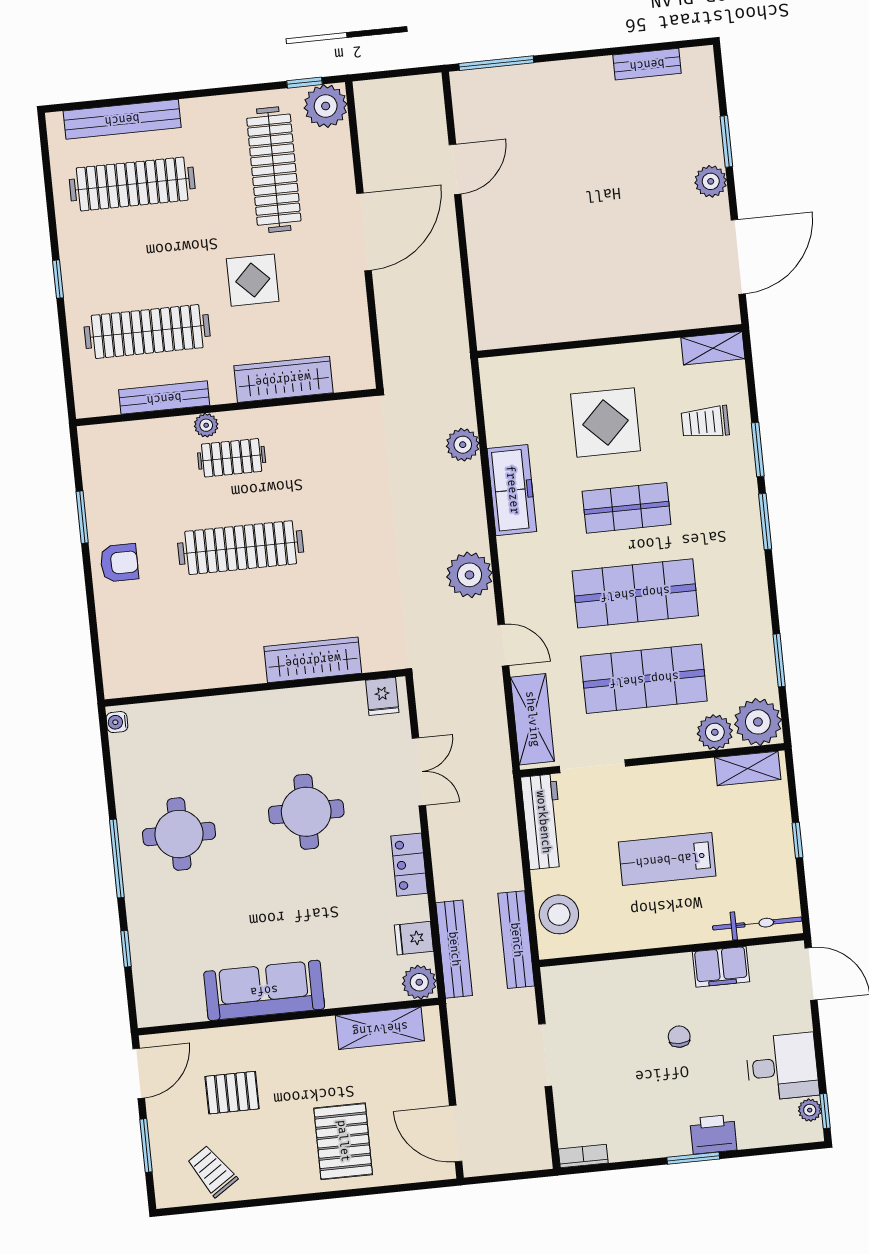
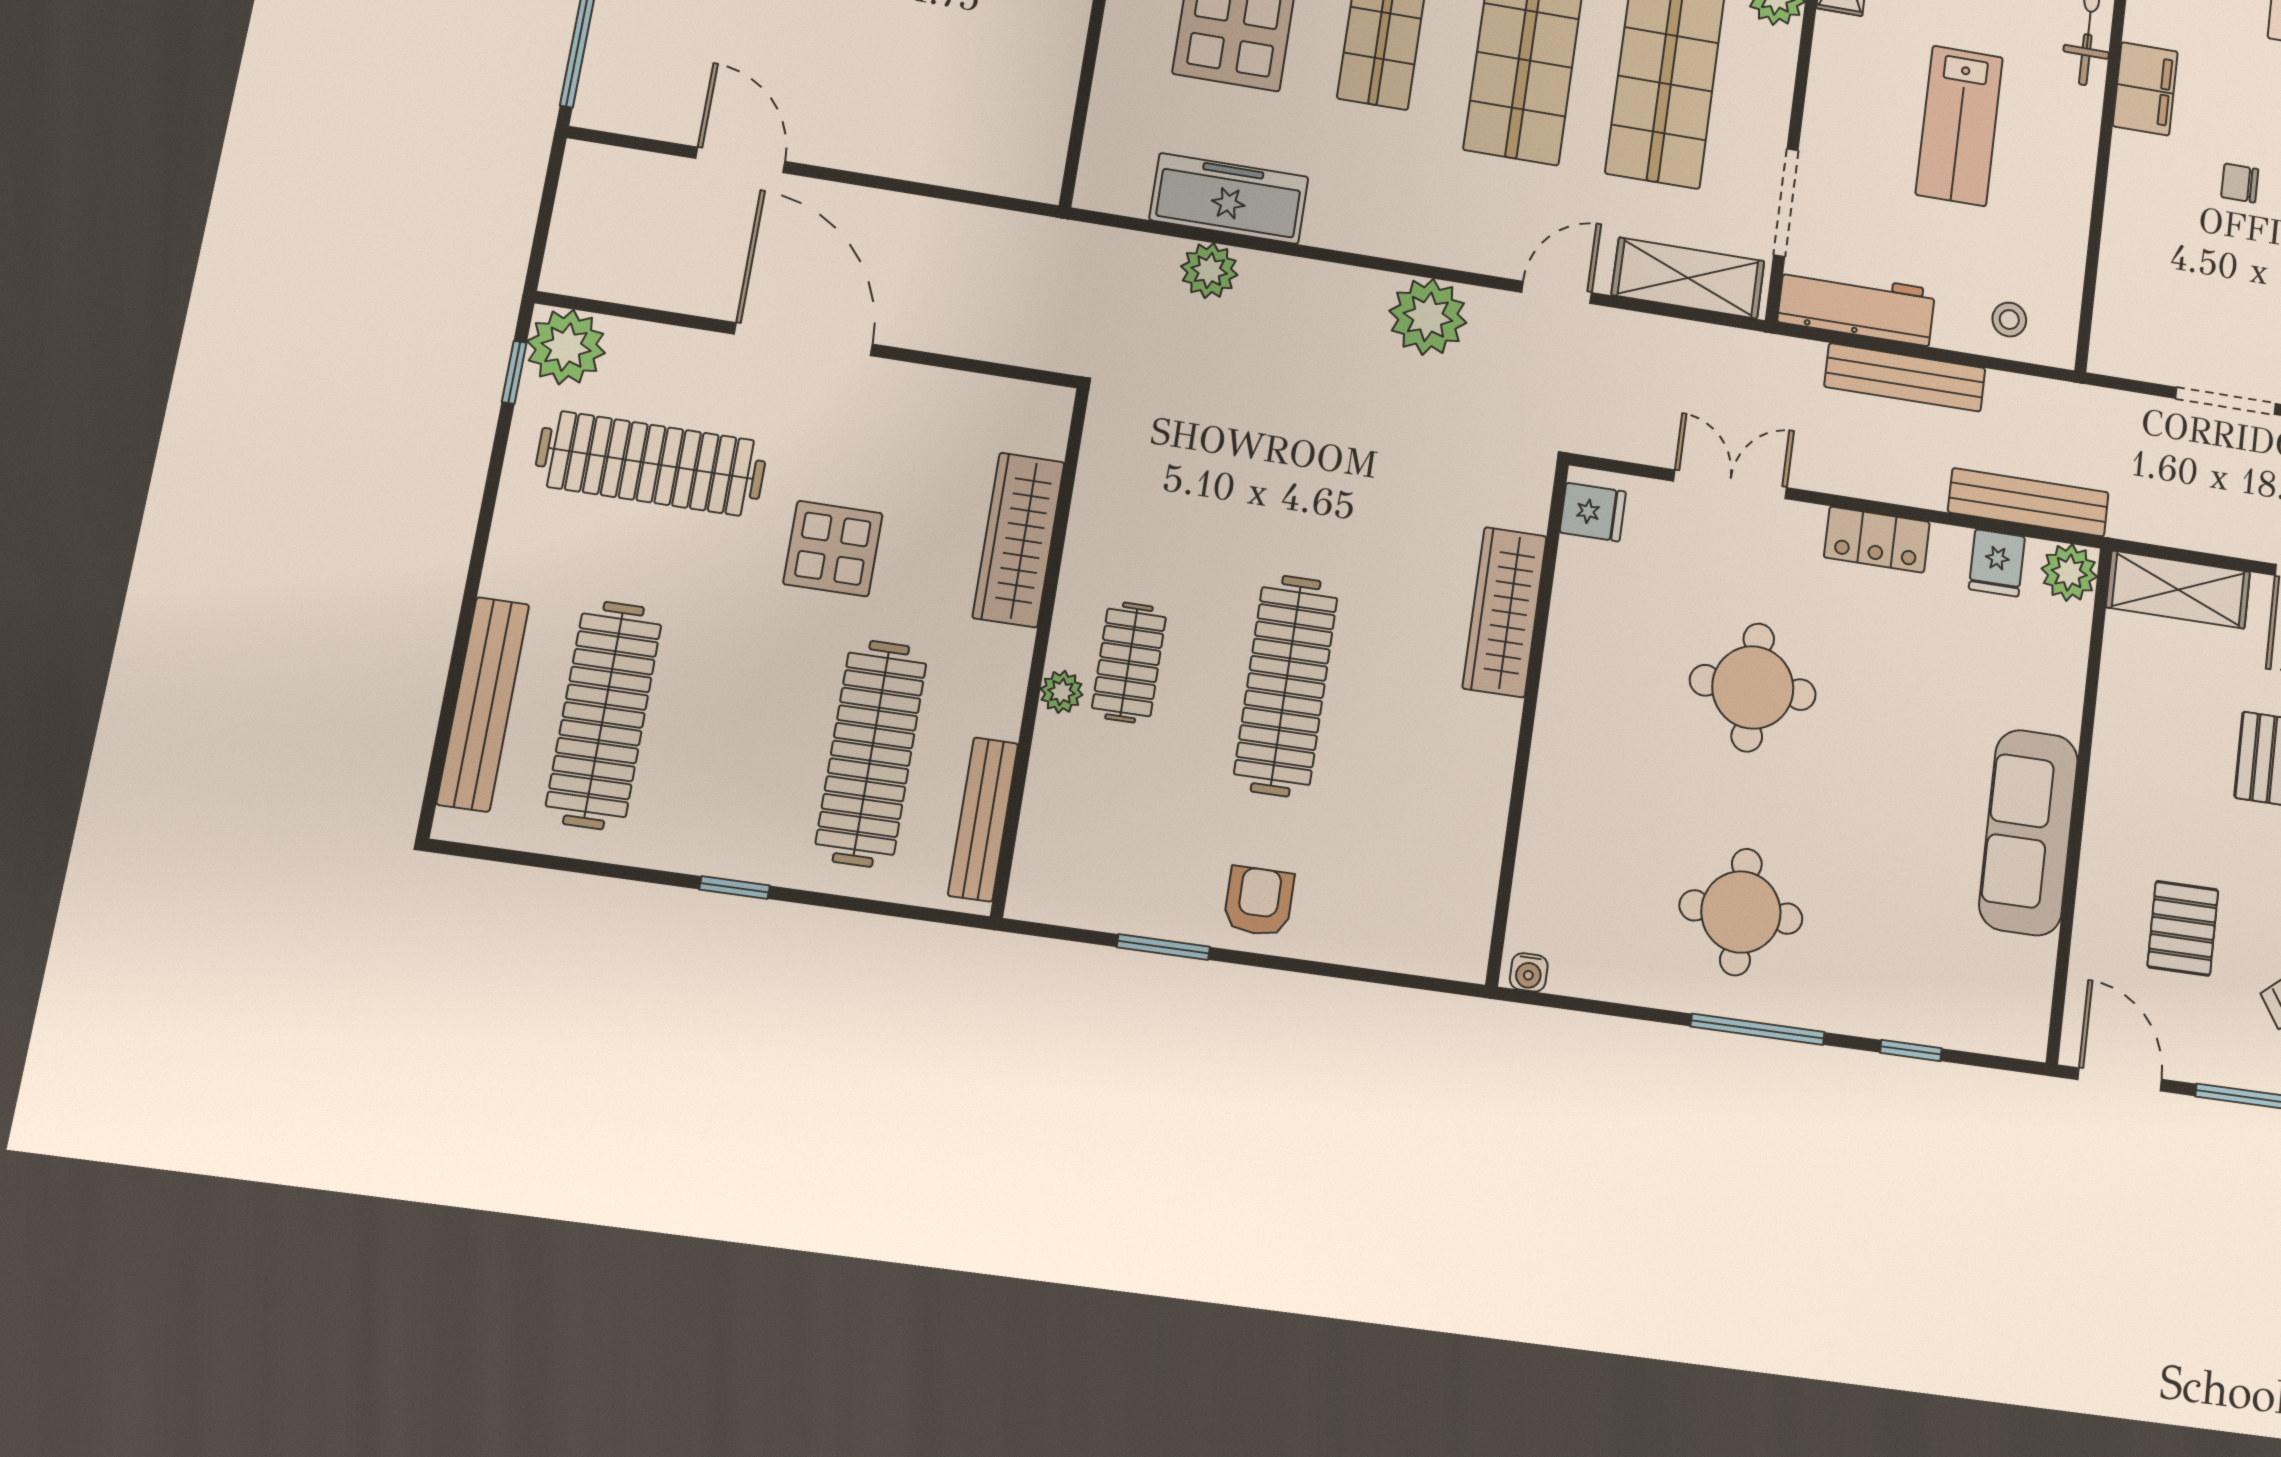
bench: (164, 398) -> (983, 819), moved
freezer: (512, 490) -> (1229, 198), moved
stool: (559, 914) -> (2009, 320), width x0.53, depth x0.53
bench: (516, 940) -> (1905, 377), moved
shelving: (380, 1028) -> (2178, 590), moved, turned 90

